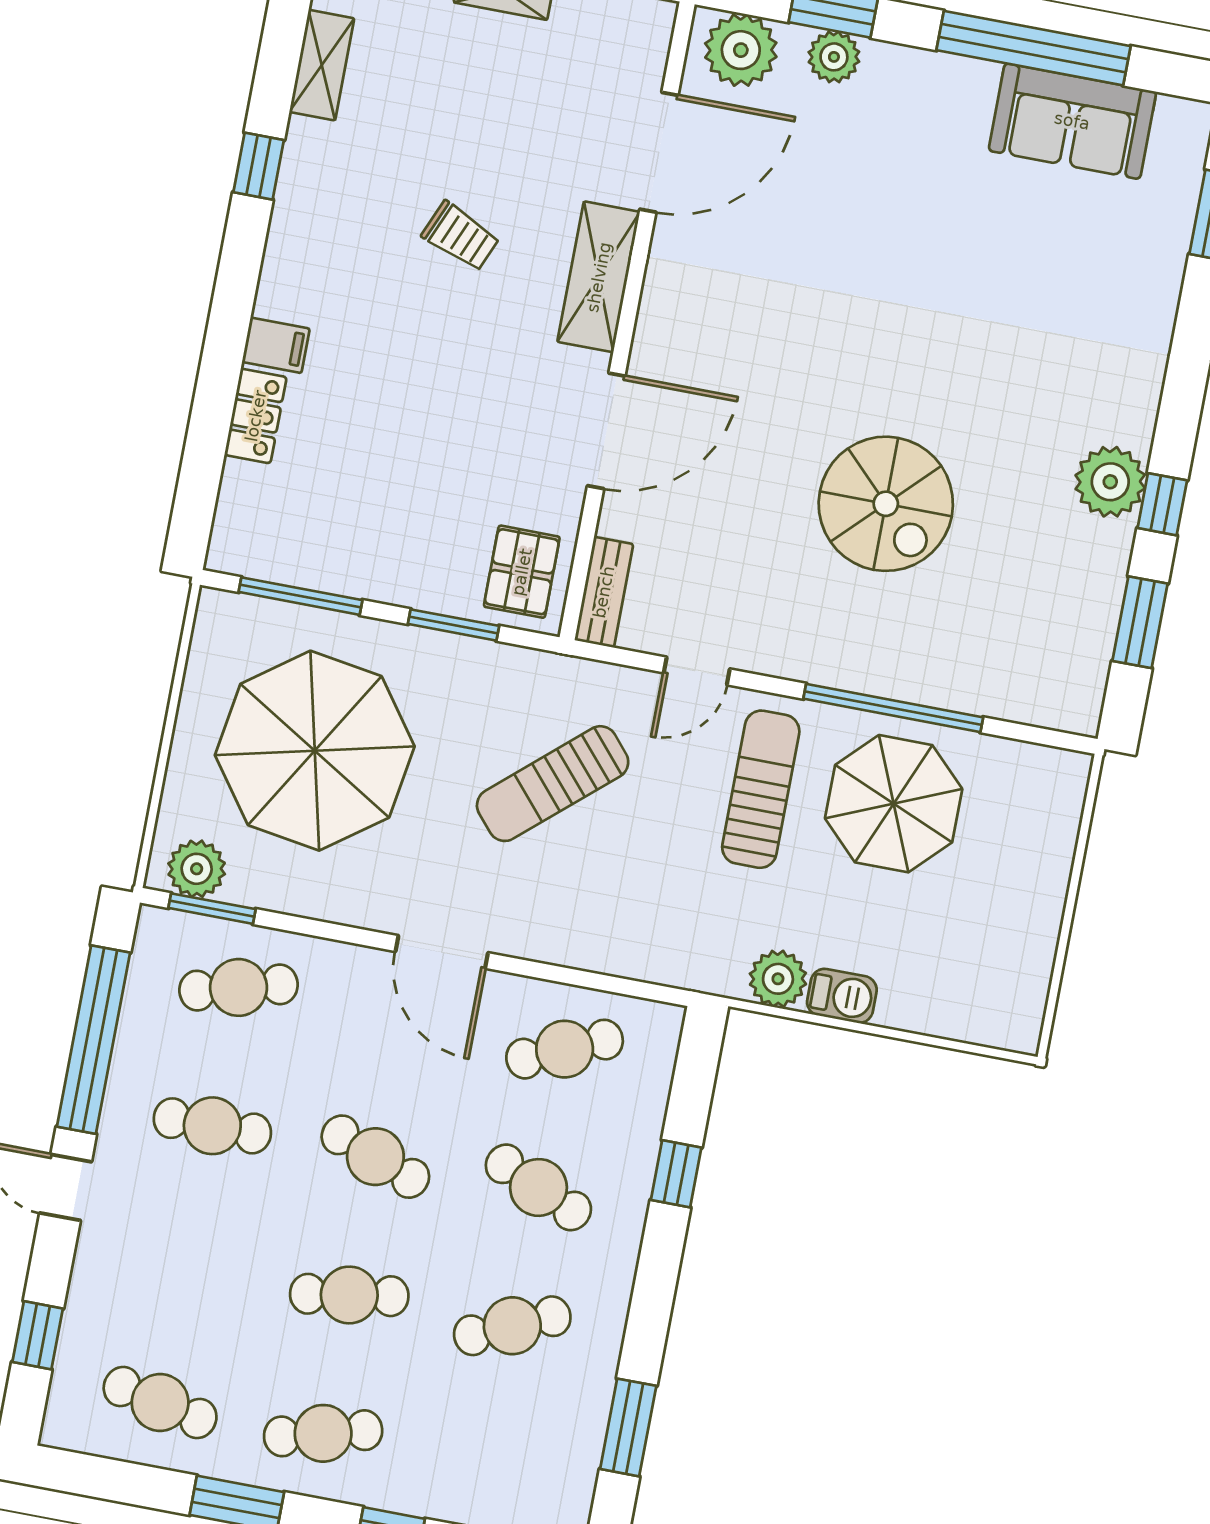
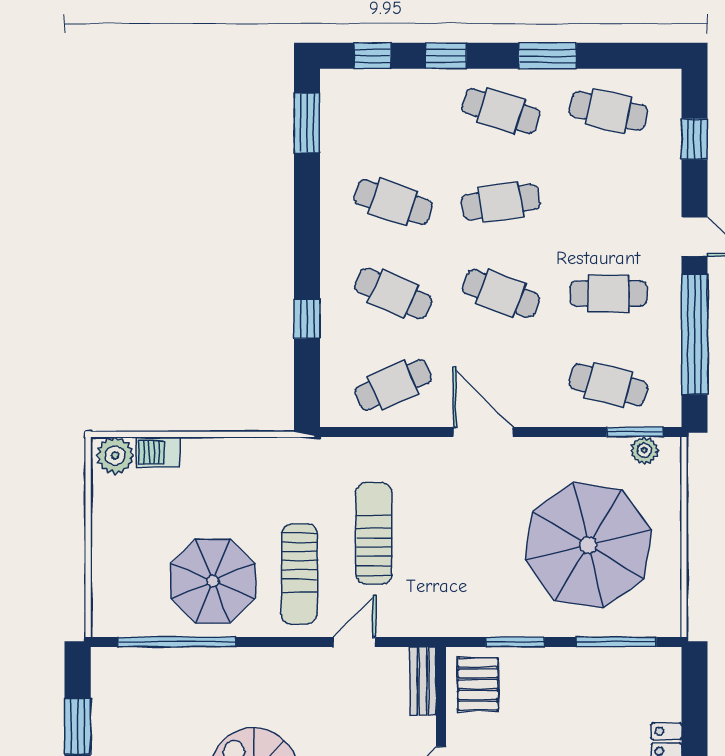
window: (893, 708) -> (177, 642), moved
sun lounger: (553, 784) -> (374, 533), moved, turned -49
plant: (197, 869) -> (644, 450), width x0.73, depth x0.73
plant: (778, 979) -> (115, 455), moved
cafe table: (238, 987) -> (608, 385), turned 30
barbecue: (842, 996) -> (158, 452), moved
cafe table: (512, 1326) -> (393, 202), turned 42
window: (628, 1427) -> (307, 123), moved
cafe table: (323, 1433) -> (501, 111), turned 33

